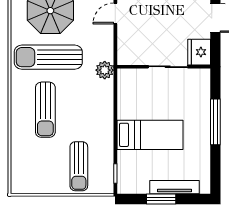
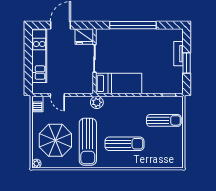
window: (215, 122) -> (133, 25), width x1.46
bed: (150, 135) -> (119, 83), moved, turned 90
tv unit: (175, 187) -> (178, 54), width x0.71

